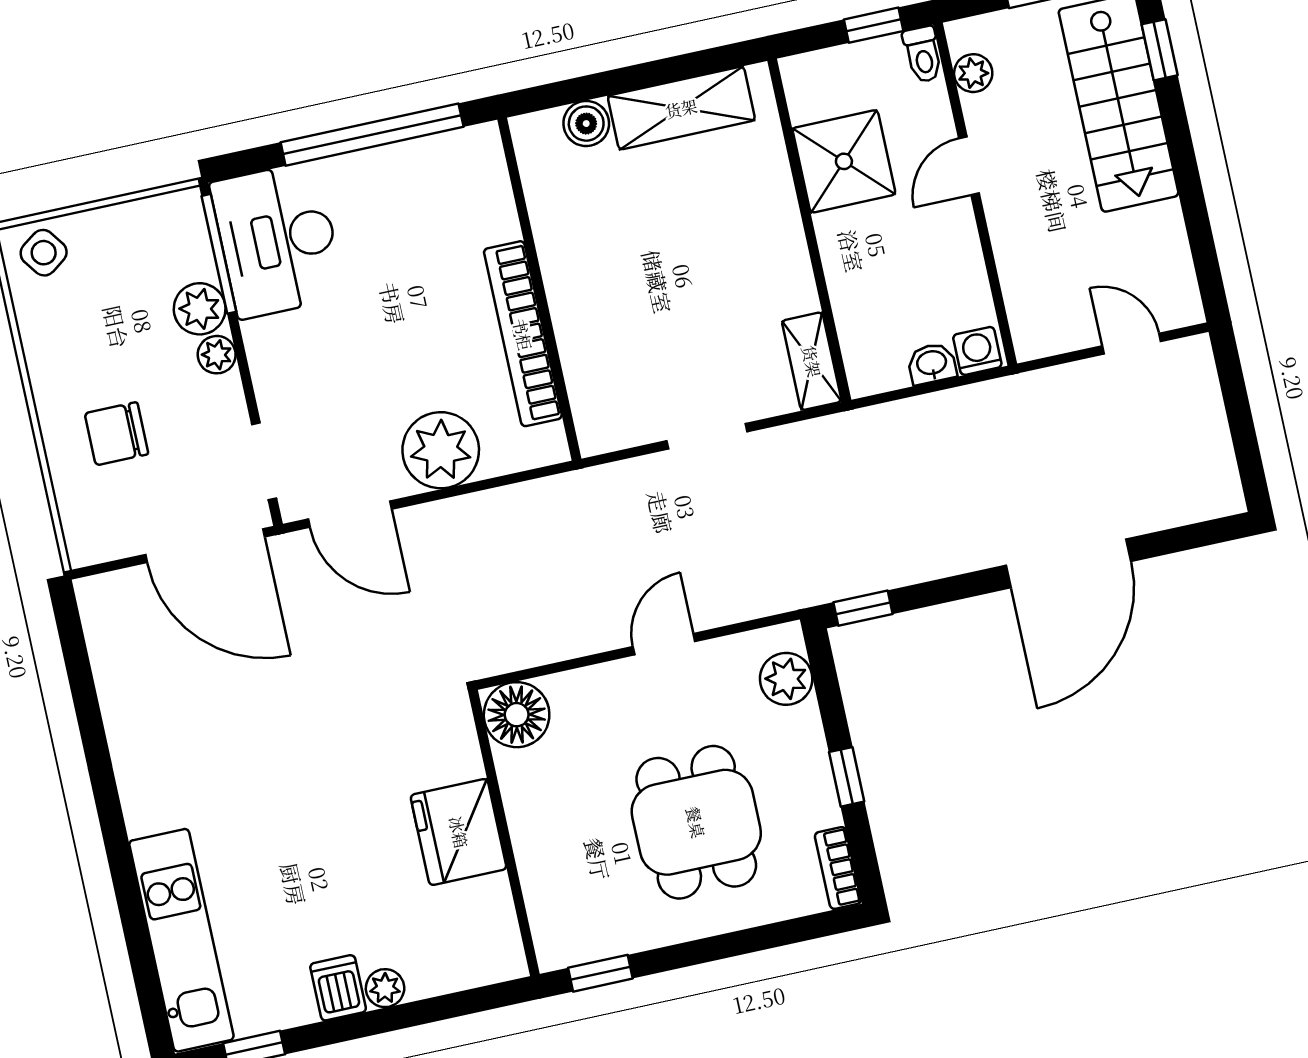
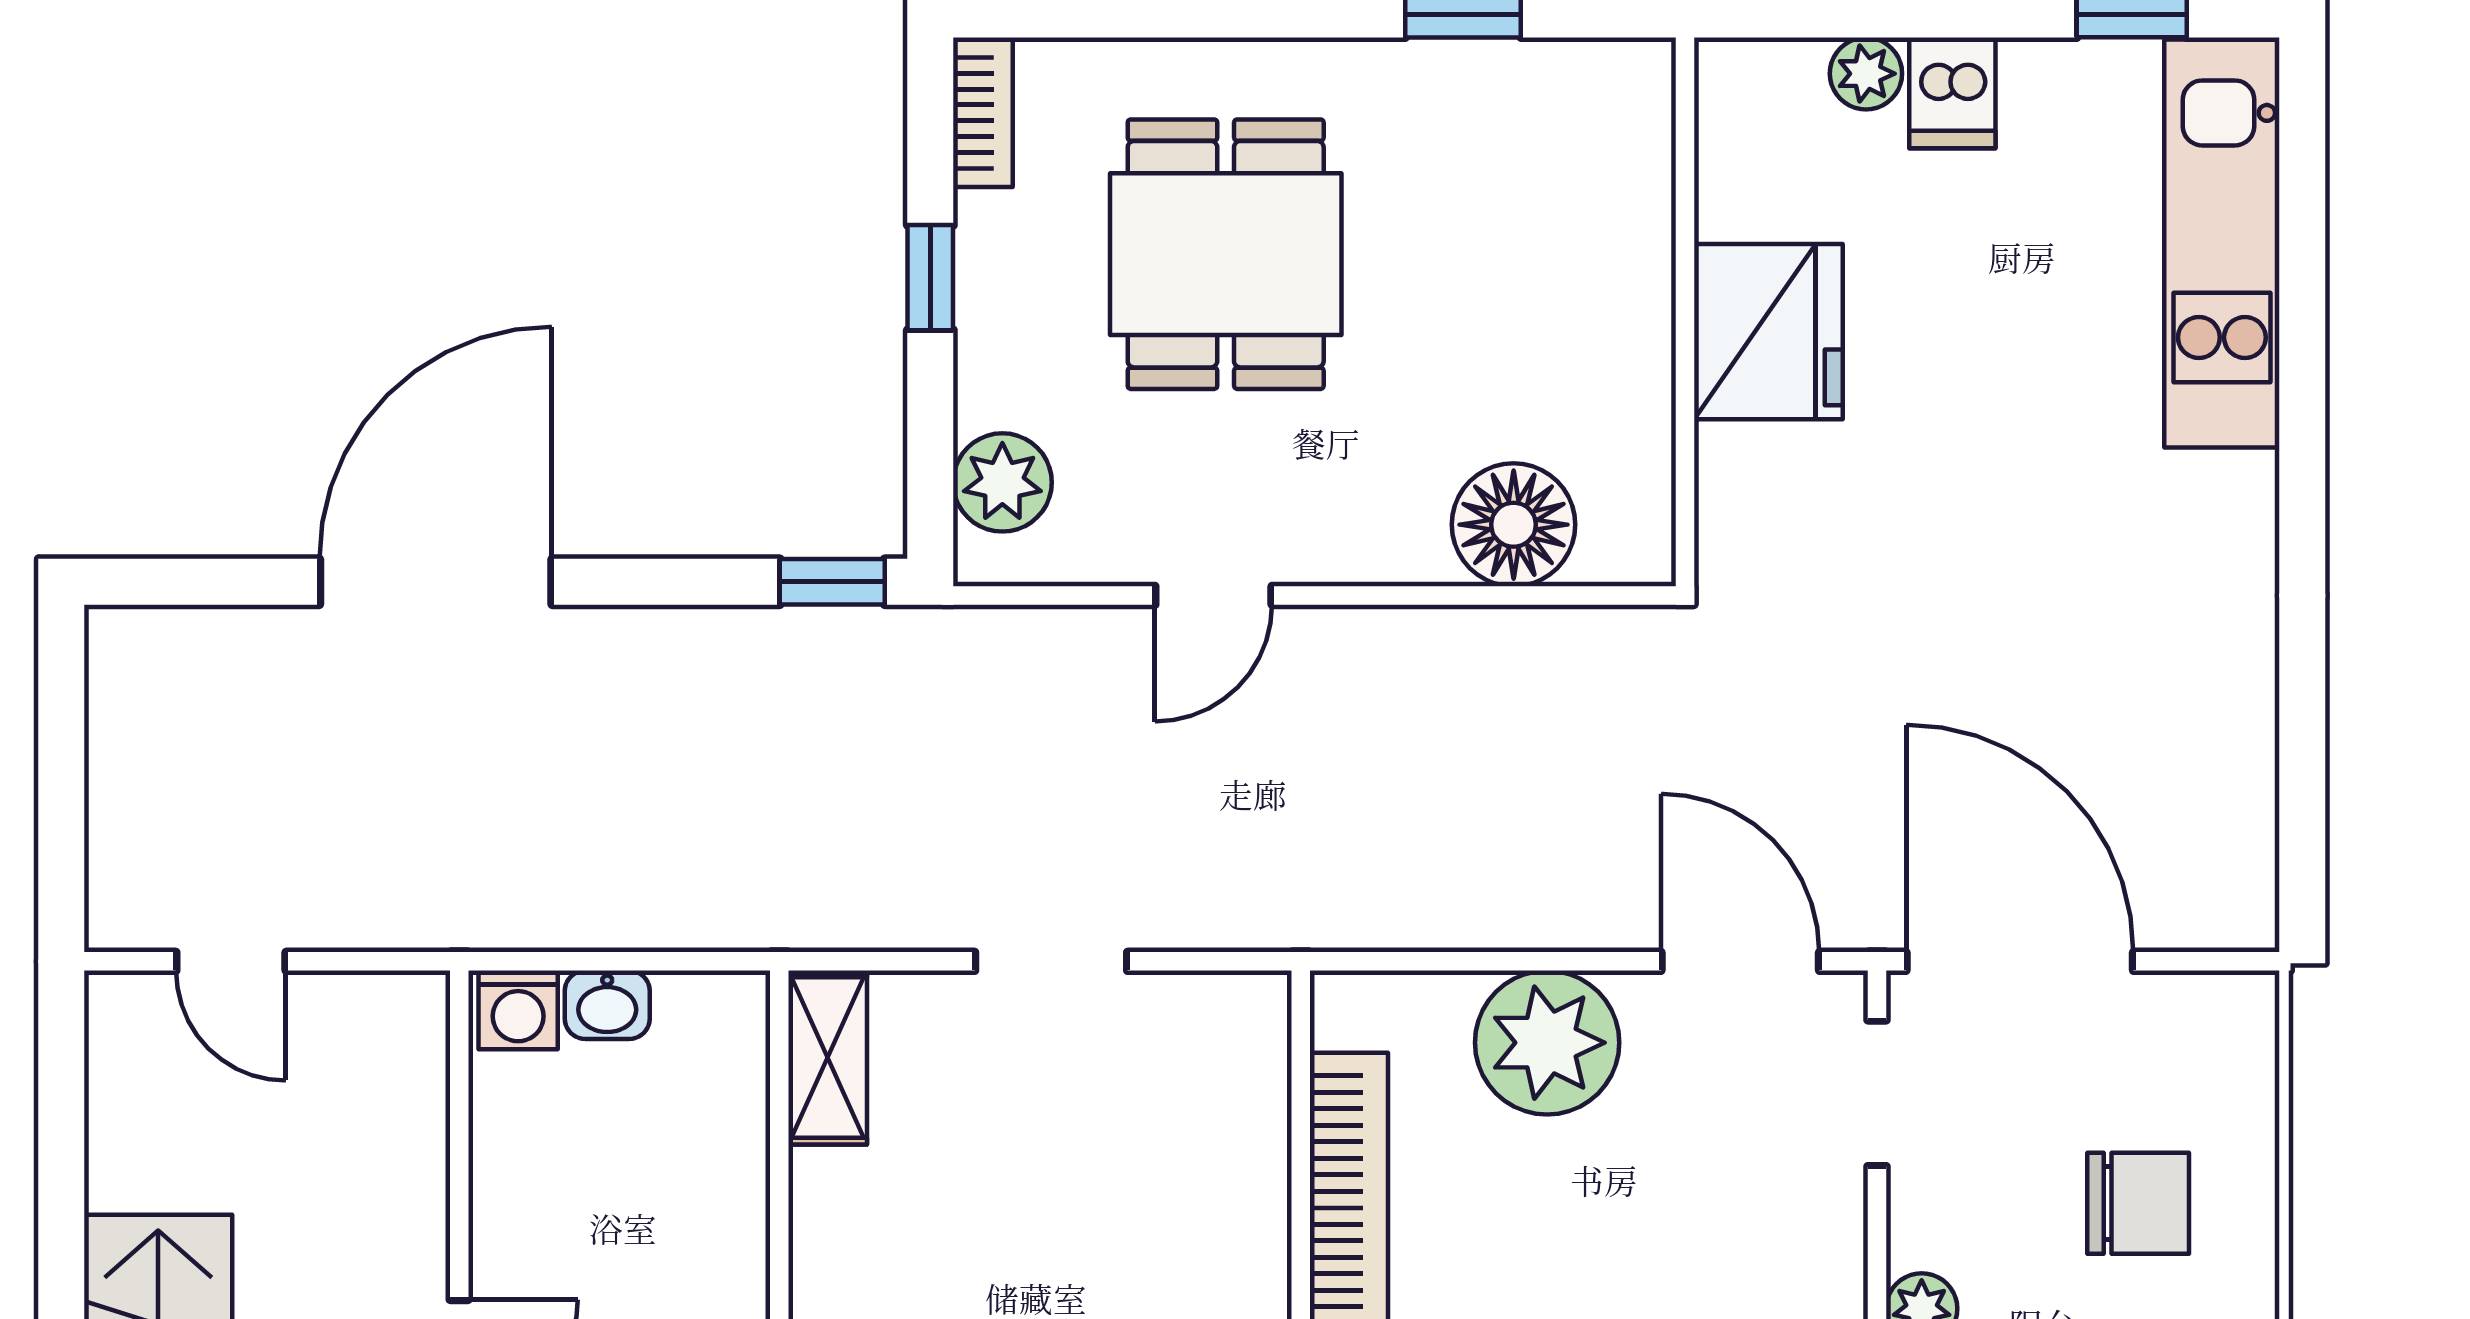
fridge: (459, 832) -> (1768, 332), moved
wall: (504, 833) -> (1685, 312), moved

